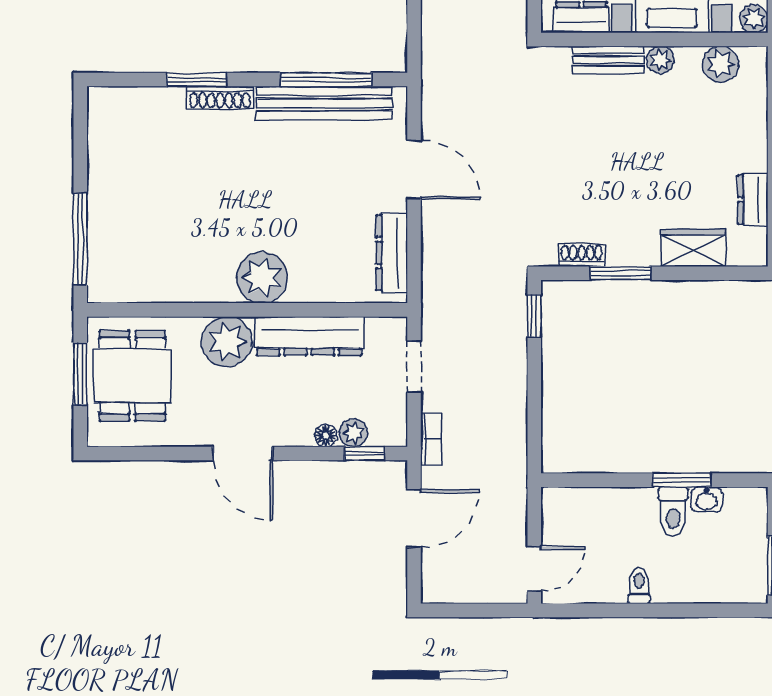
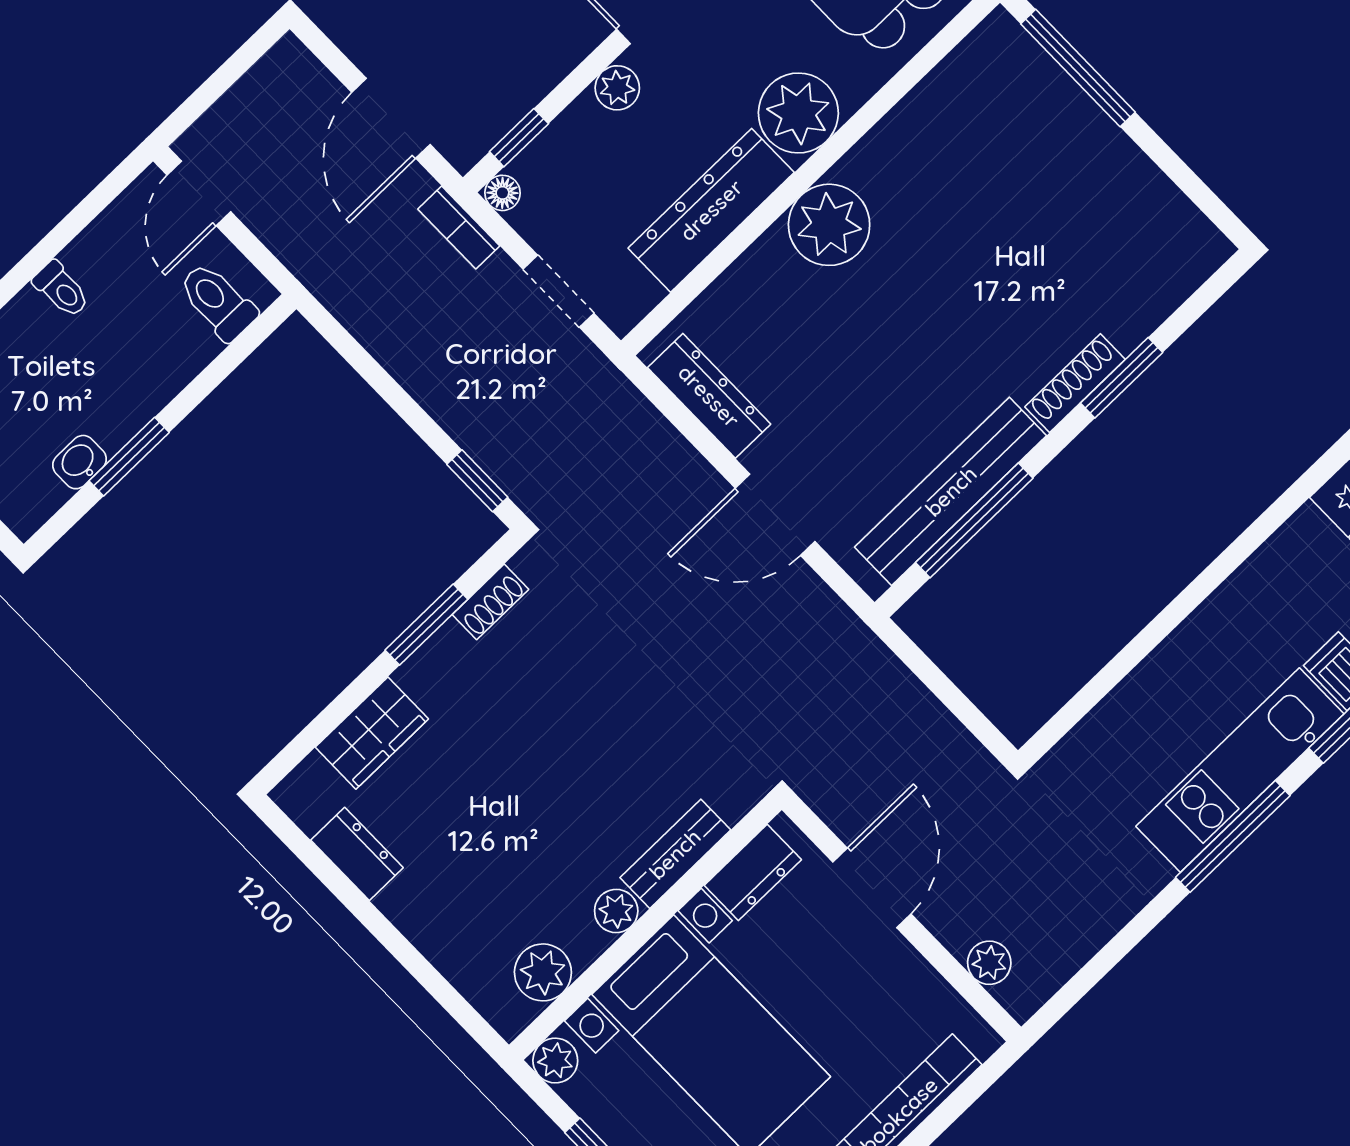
plant: (353, 433) -> (617, 88), moved
floor lamp: (326, 436) -> (502, 193), moved
toilet: (673, 512) -> (218, 301), moved

